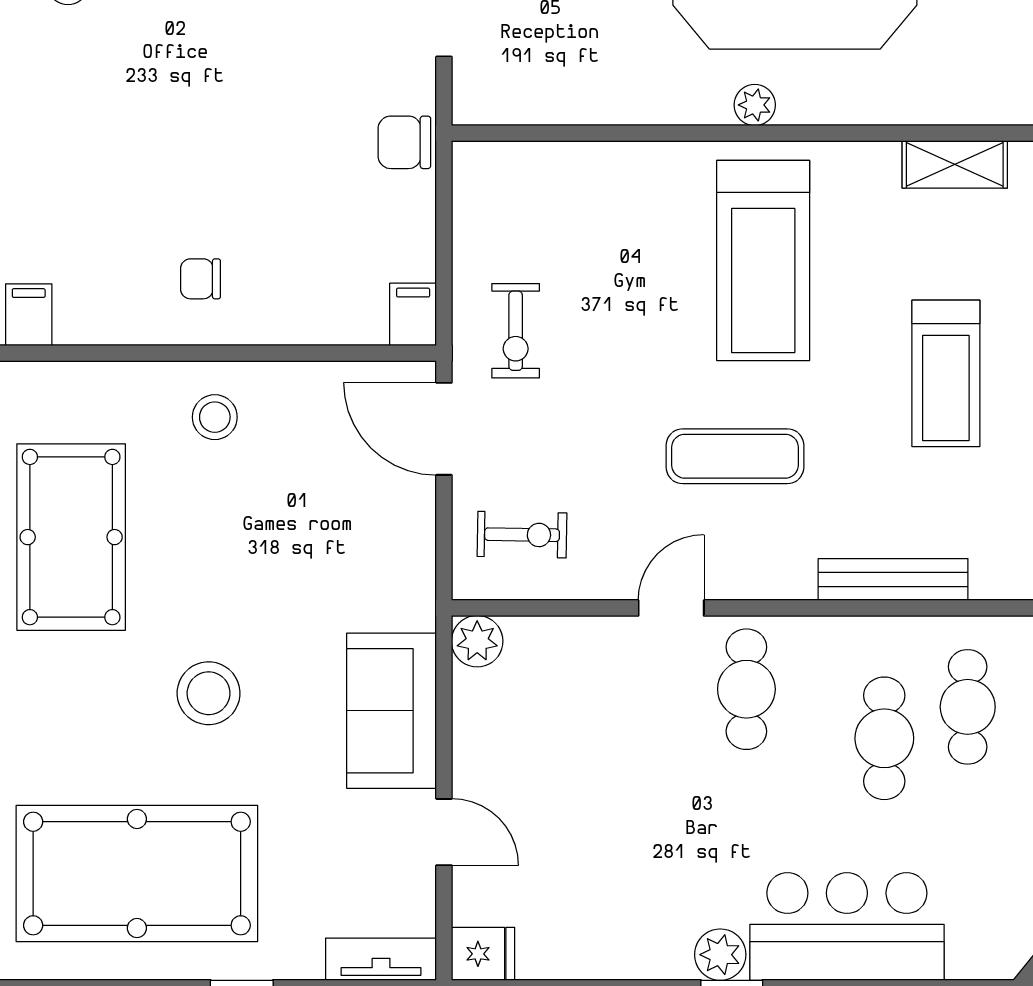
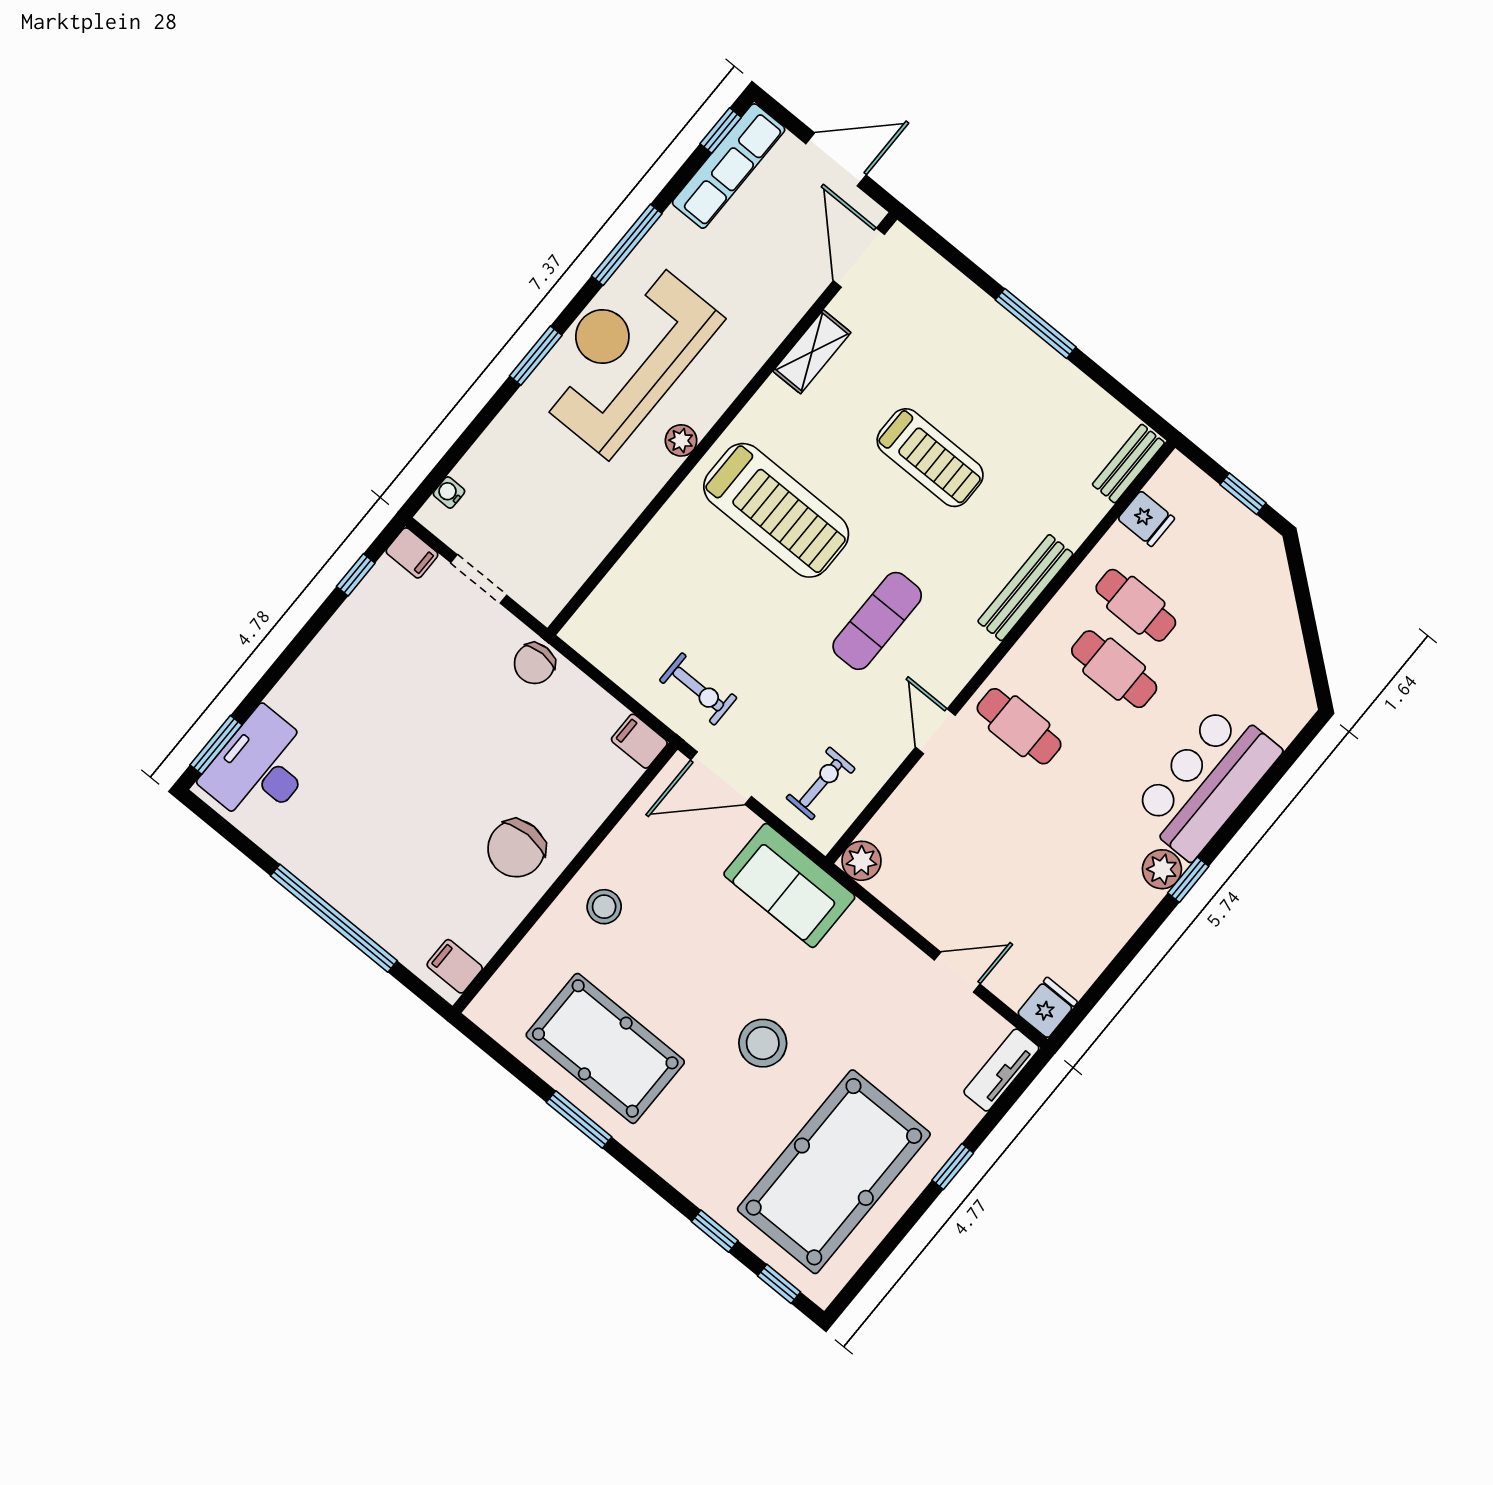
chair: (201, 279) -> (516, 849), width x1.87, depth x1.87
sofa: (392, 711) -> (789, 885), moved

